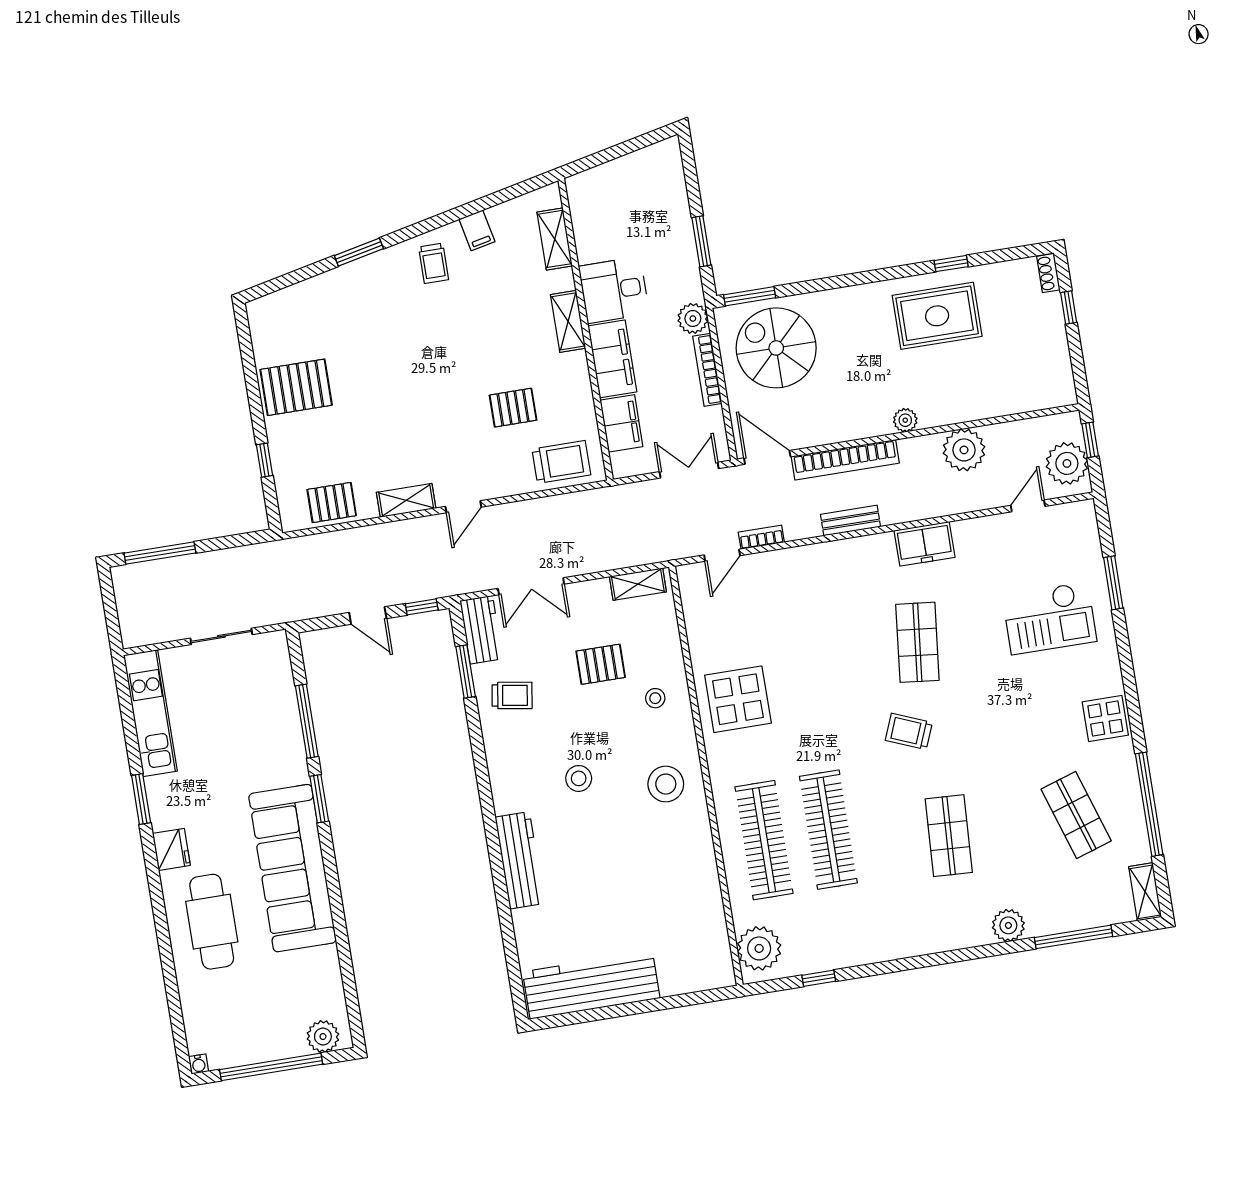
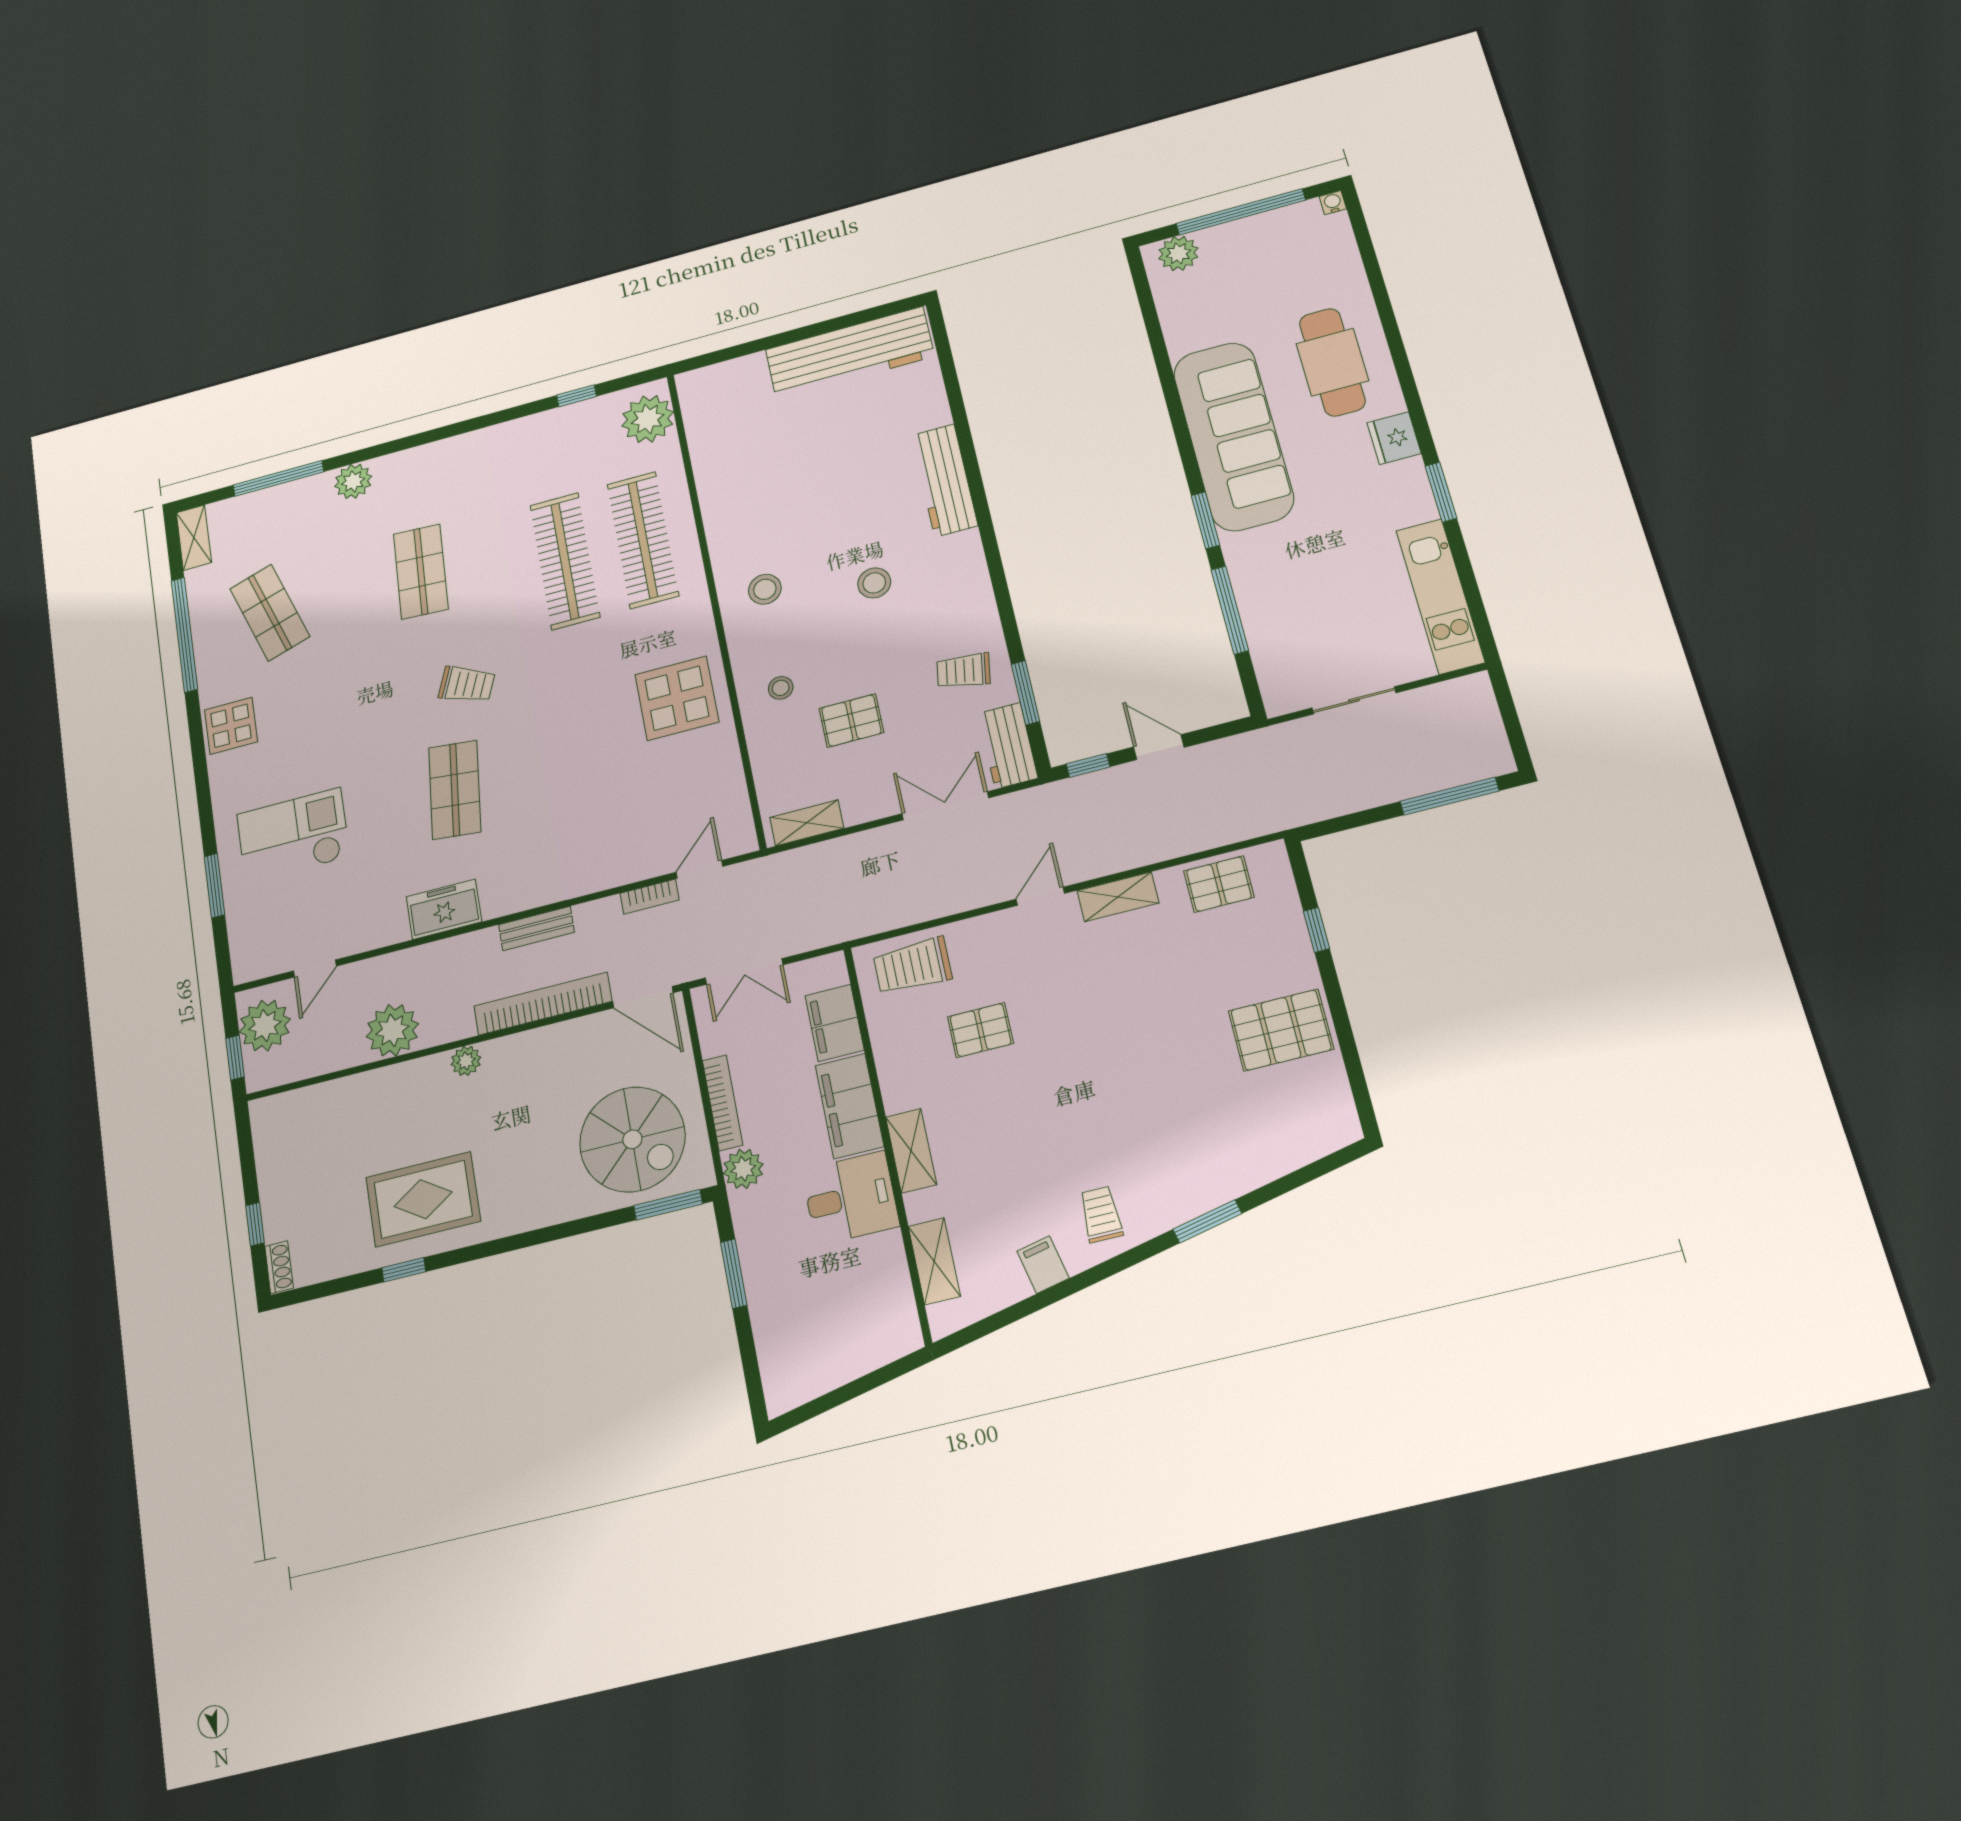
stool: (666, 784) -> (765, 589), width x0.73, depth x0.73

